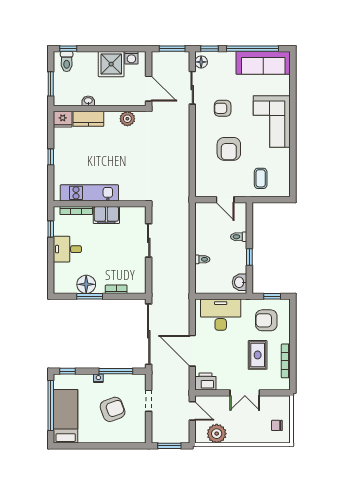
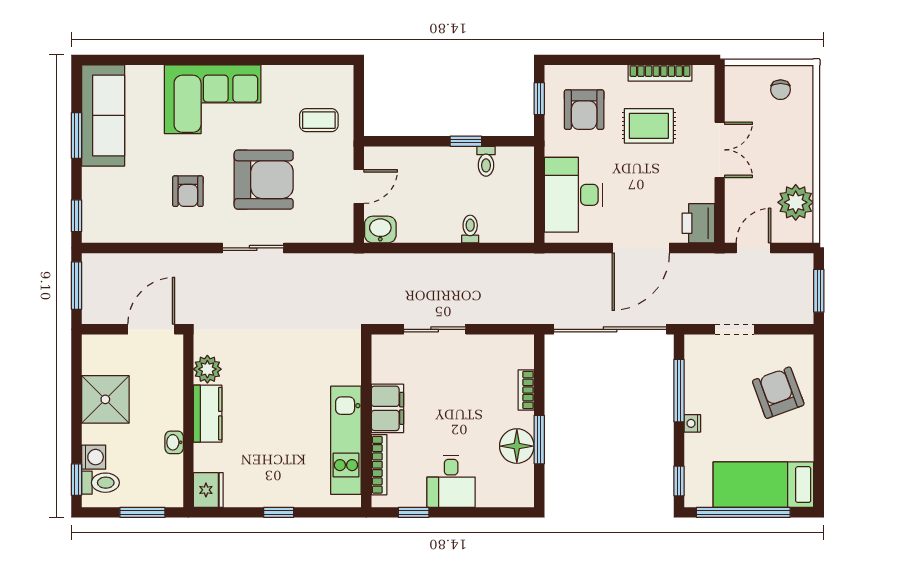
window: (252, 49) -> (76, 136), width x0.47
washing machine: (131, 58) -> (94, 457), moved
floor lamp: (201, 62) -> (101, 231), removed
sliding door: (192, 88) -> (253, 248), moved
kitchen counter: (88, 119) -> (208, 414), moved
armchair: (229, 149) -> (264, 180), width x1.36, depth x1.36
toilet: (239, 237) -> (486, 161), moved
washbasin: (240, 282) -> (380, 230), moved, turned 180
armchair: (113, 409) -> (778, 393), moved

